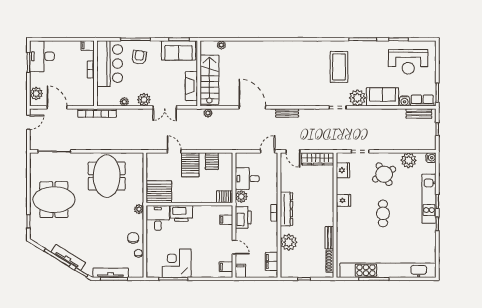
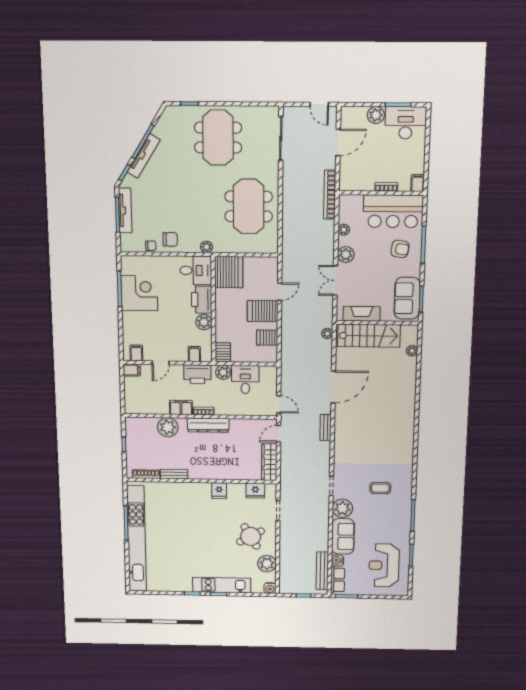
coffee table: (339, 67) -> (380, 488), width x0.54, depth x0.58
plant: (36, 93) -> (376, 115), moved
bench: (419, 114) -> (322, 571), width x1.36
meeting table: (107, 176) -> (249, 206), turned 90
plant: (200, 212) -> (204, 322), added
cafe table: (383, 213) -> (204, 534), removed
filing cabinet: (272, 261) -> (181, 408), moved

